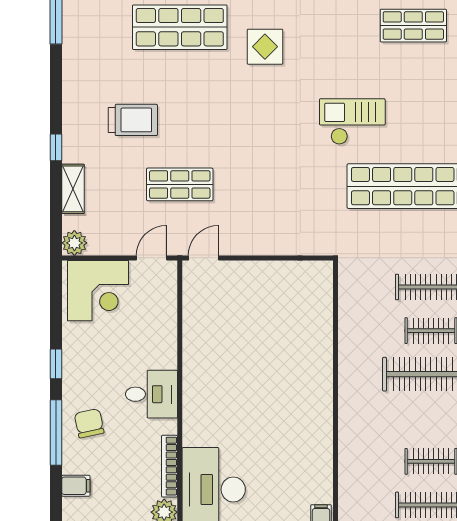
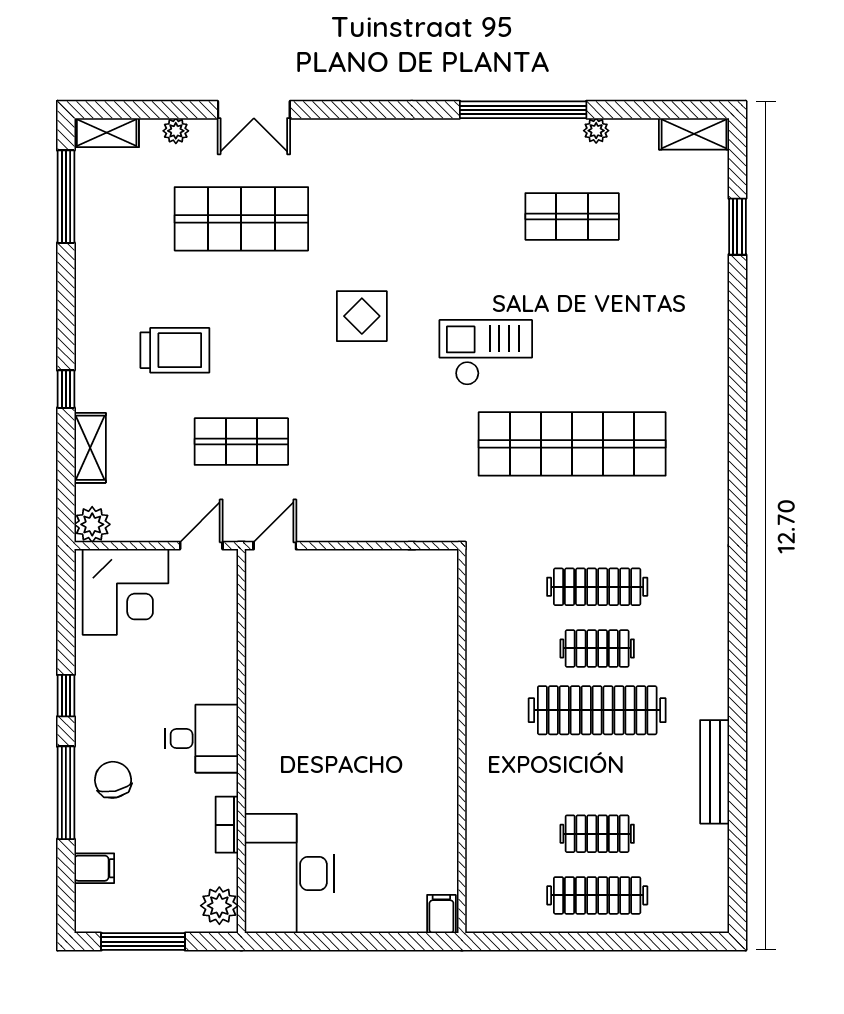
display table: (265, 47) -> (362, 316), moved
bookcase: (169, 466) -> (227, 825), width x0.64

